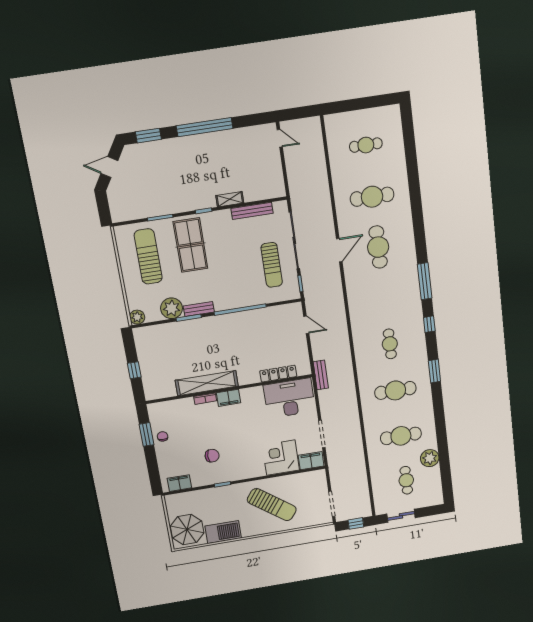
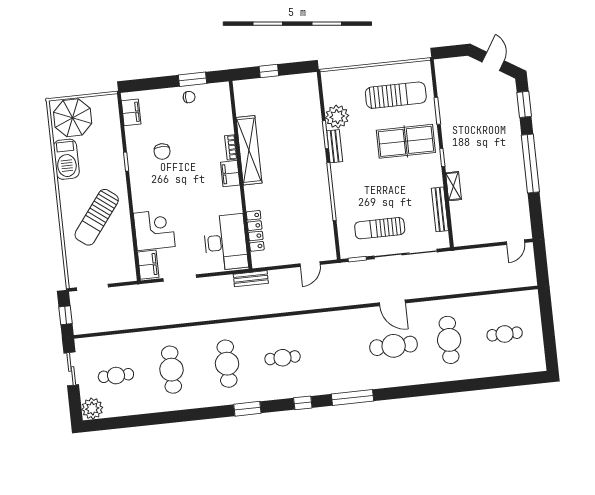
cafe table: (366, 145) -> (505, 334), turned 90
plant: (137, 317) -> (329, 79), removed
plant: (430, 458) -> (92, 409), moved

